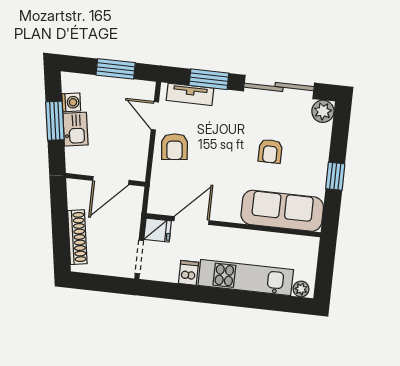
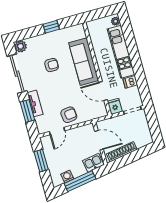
tv unit: (190, 94) -> (35, 103), moved
window: (55, 121) -> (80, 181), width x1.44
kitchen sink: (75, 129) -> (93, 163), moved
sofa: (282, 211) -> (84, 62), moved
shoe rack: (77, 237) -> (122, 152), moved

